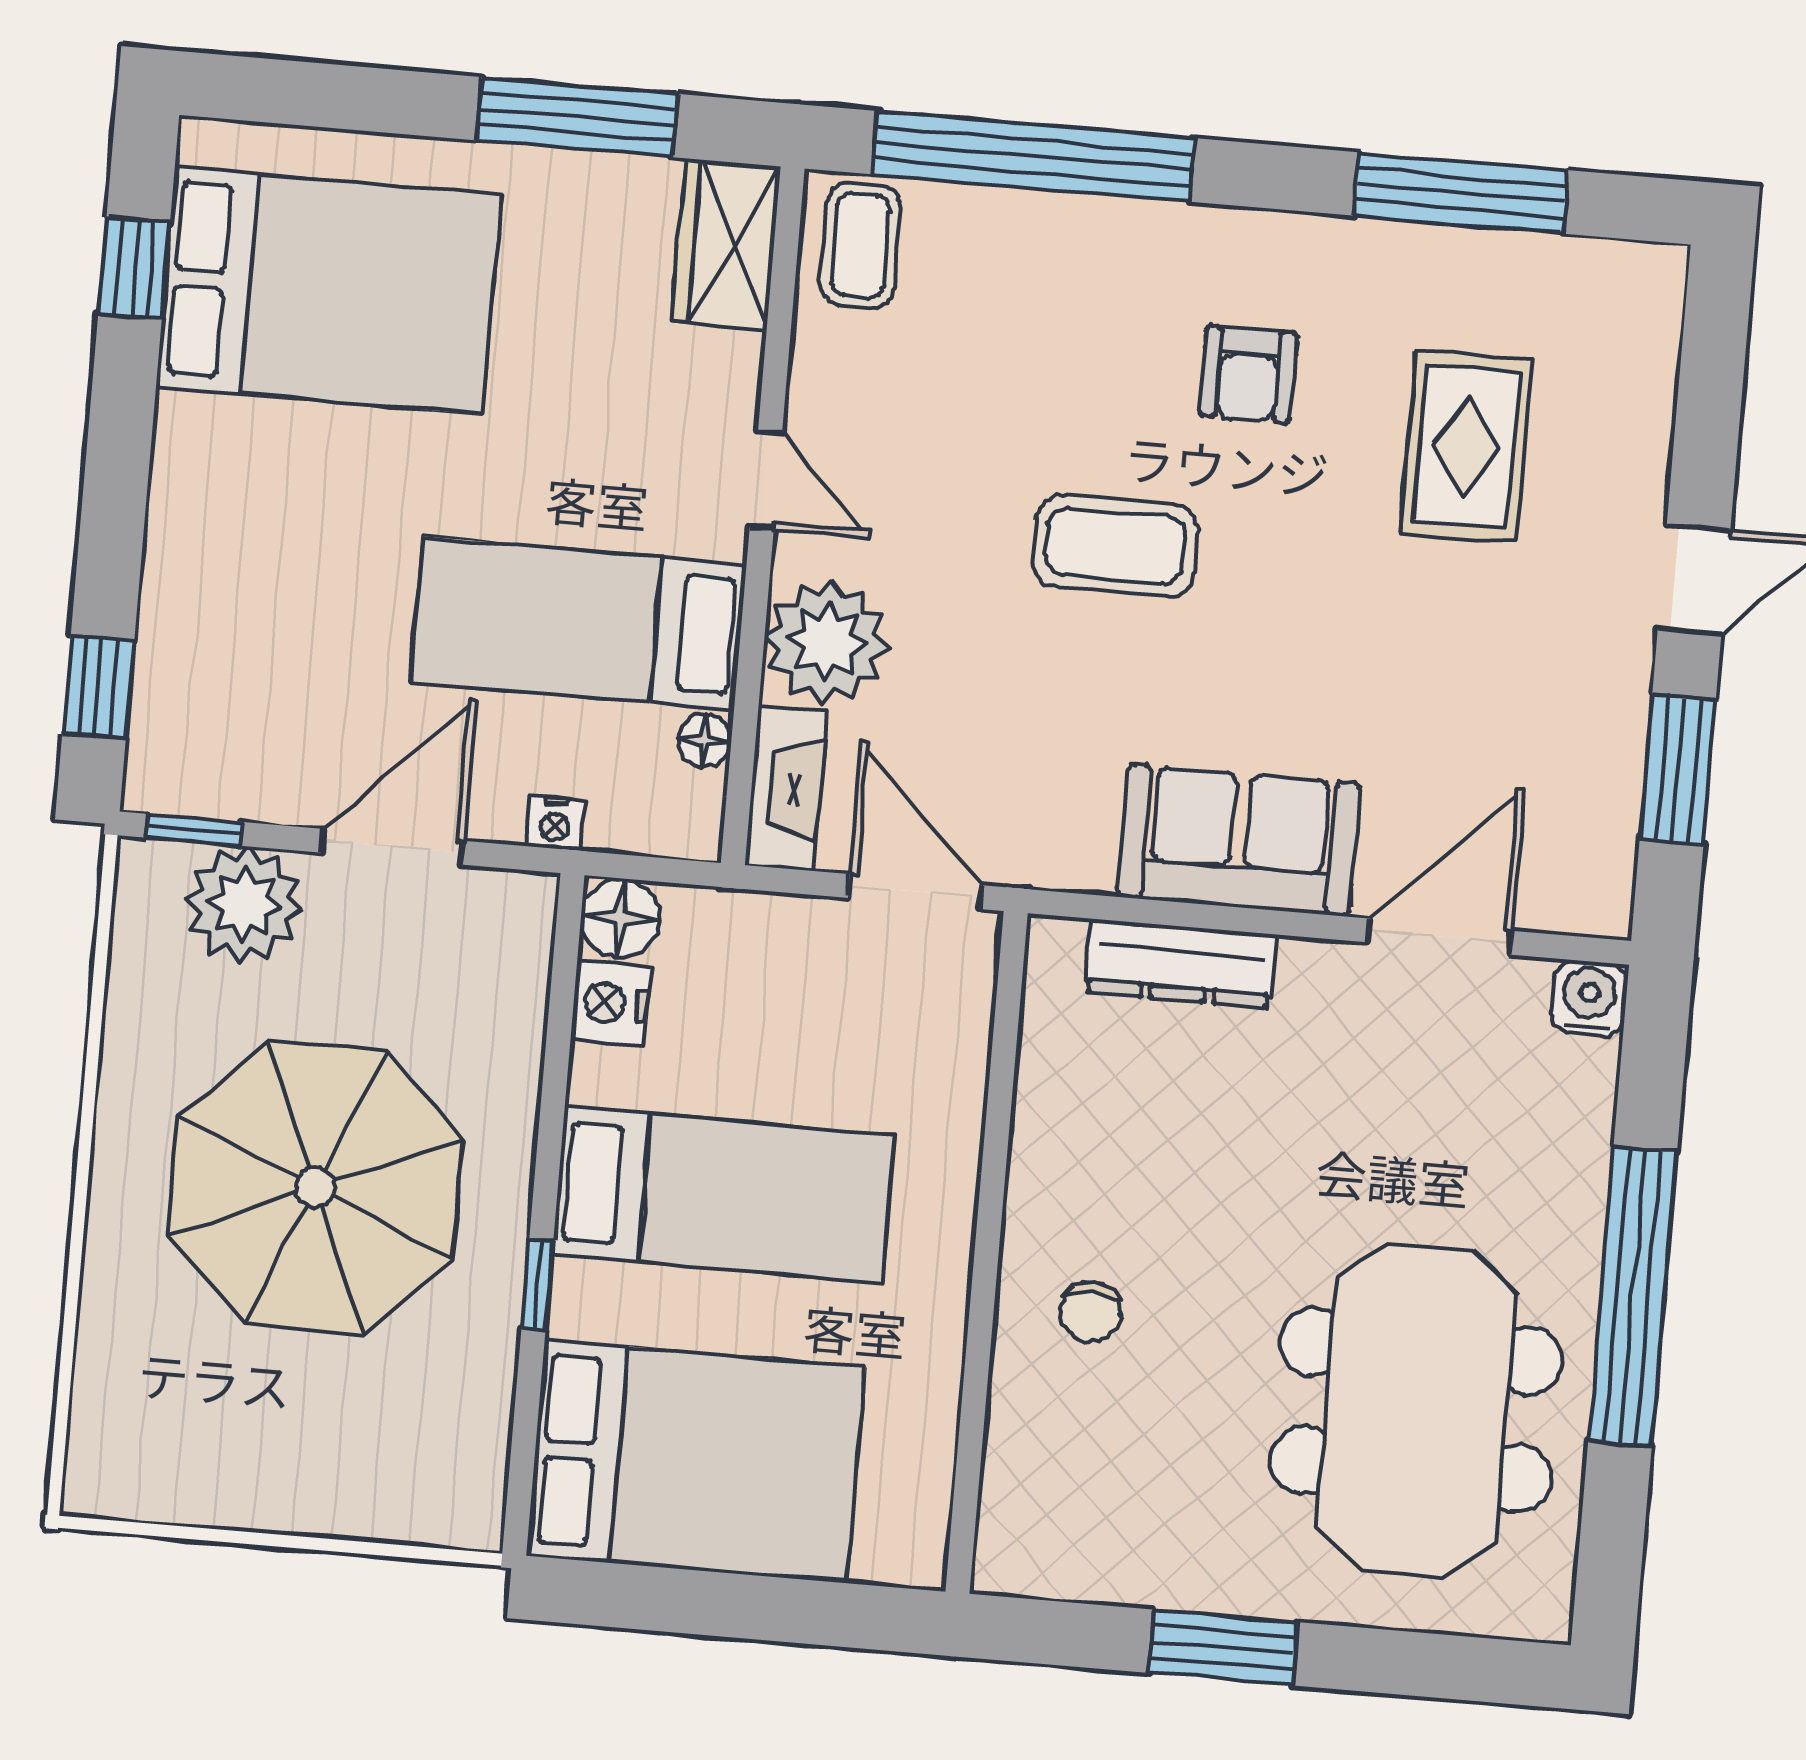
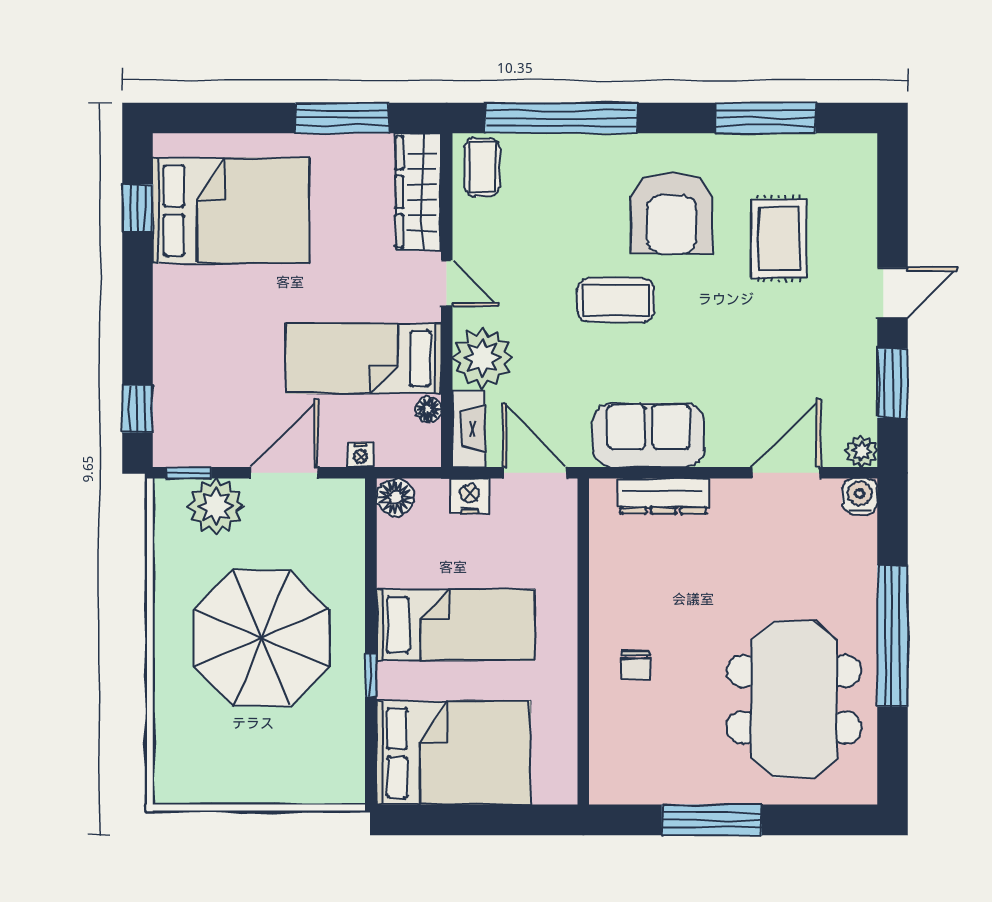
wardrobe: (726, 244) -> (418, 192), width x1.50
armchair: (1248, 374) -> (672, 213), width x1.88, depth x1.88
sofa: (1239, 840) -> (649, 435), moved
plant: (1601, 905) -> (862, 451), added
nightstand: (610, 1003) -> (470, 496), moved, turned 90
window: (1223, 1648) -> (712, 820), width x1.44

